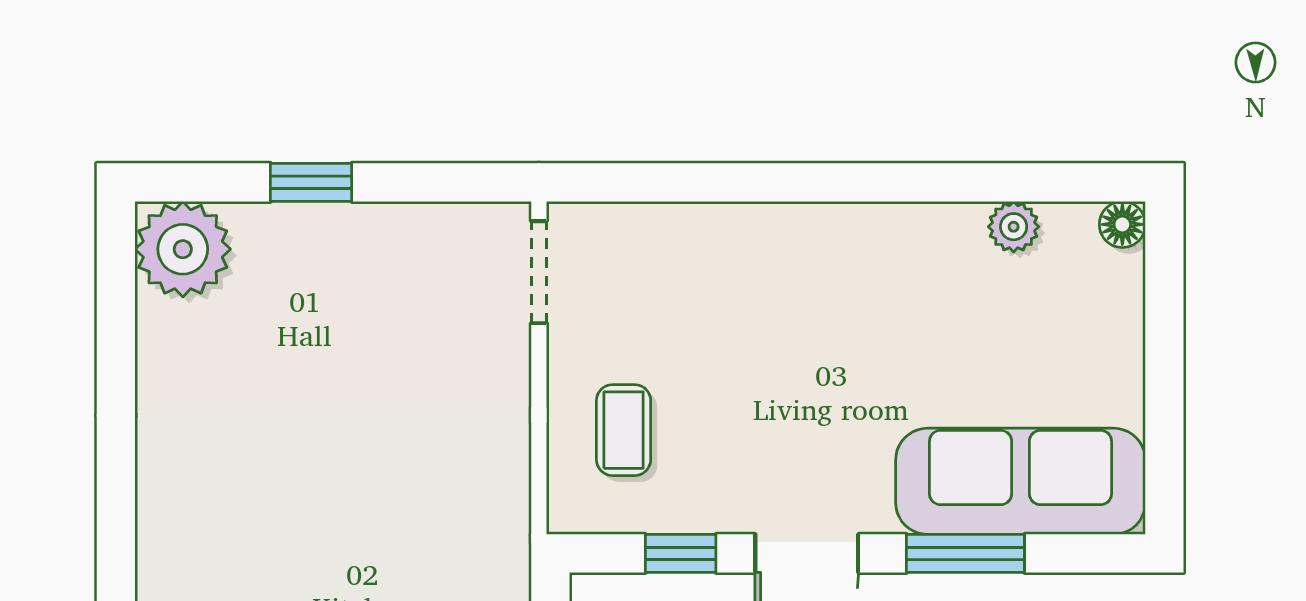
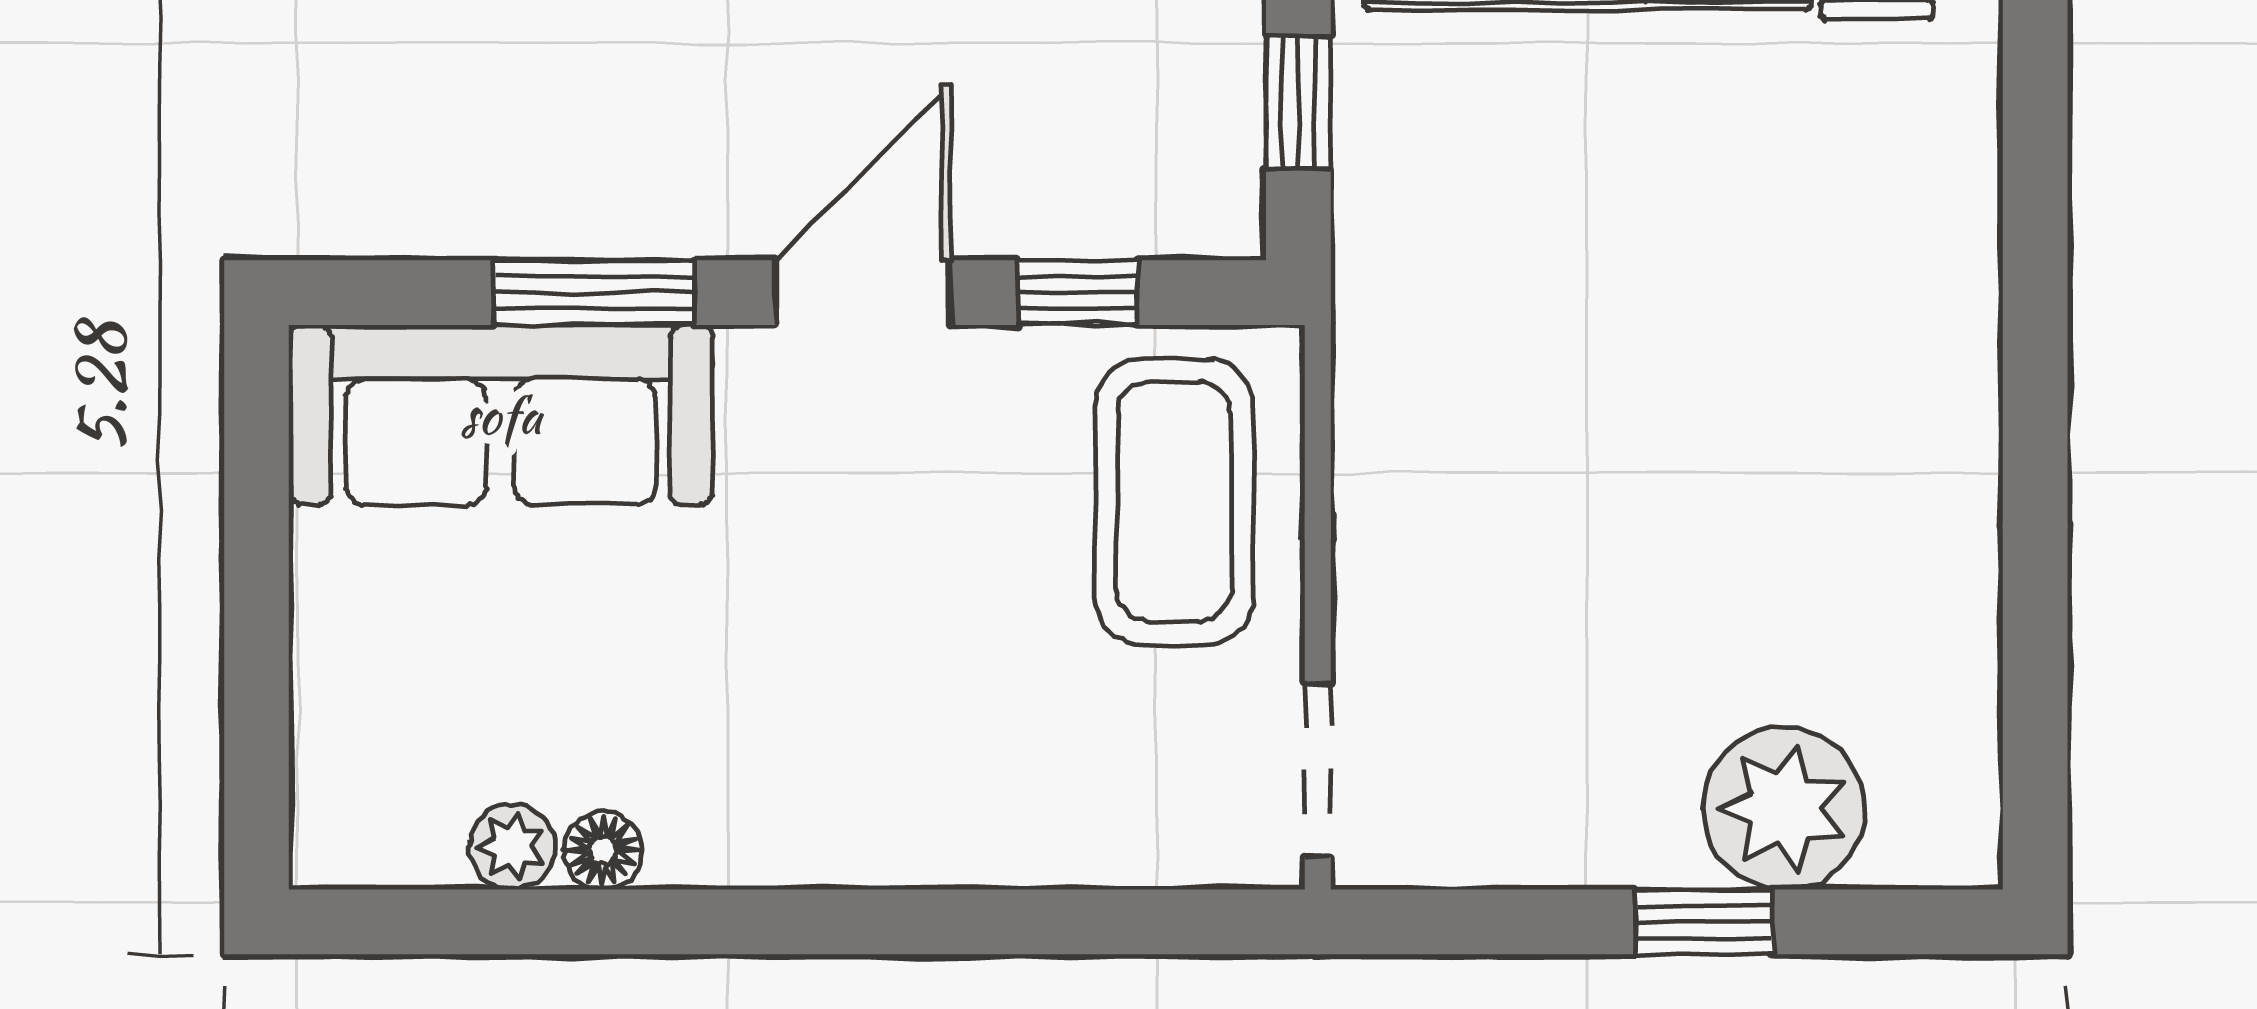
floor lamp: (1122, 224) -> (603, 851), moved
plant: (183, 249) -> (1784, 809), moved
coffee table: (624, 430) -> (1174, 502), width x1.86, depth x1.72

